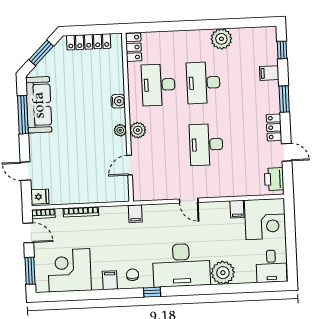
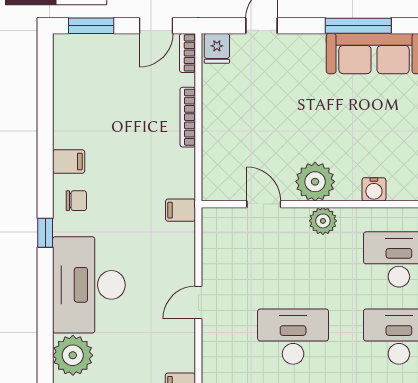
plant: (120, 130) -> (315, 182), width x1.87, depth x1.87
corner desk: (69, 270) -> (89, 93), removed

